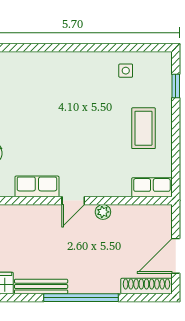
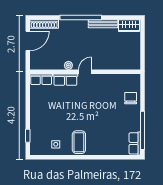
coffee table: (143, 128) -> (79, 142), moved
row of seats: (37, 186) -> (65, 80), moved

